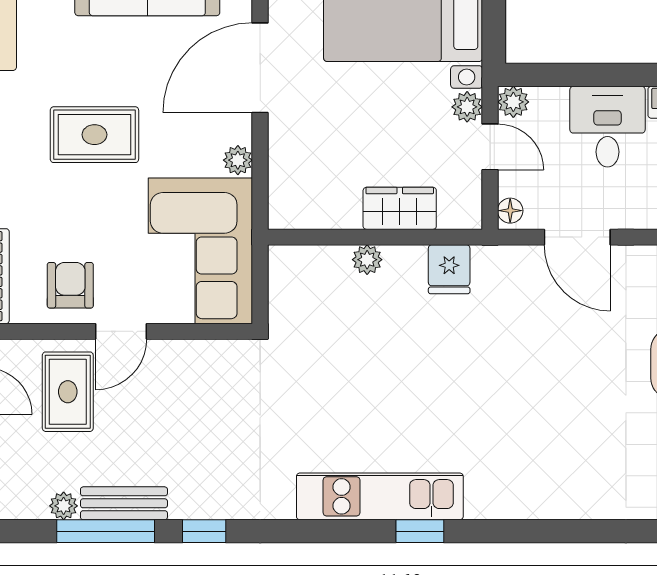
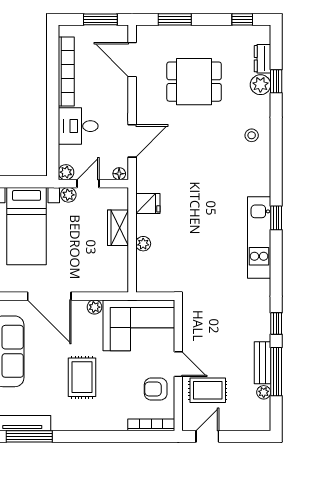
stool: (589, 481) -> (252, 135), added

